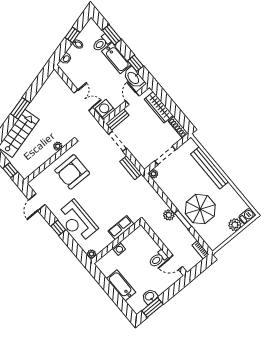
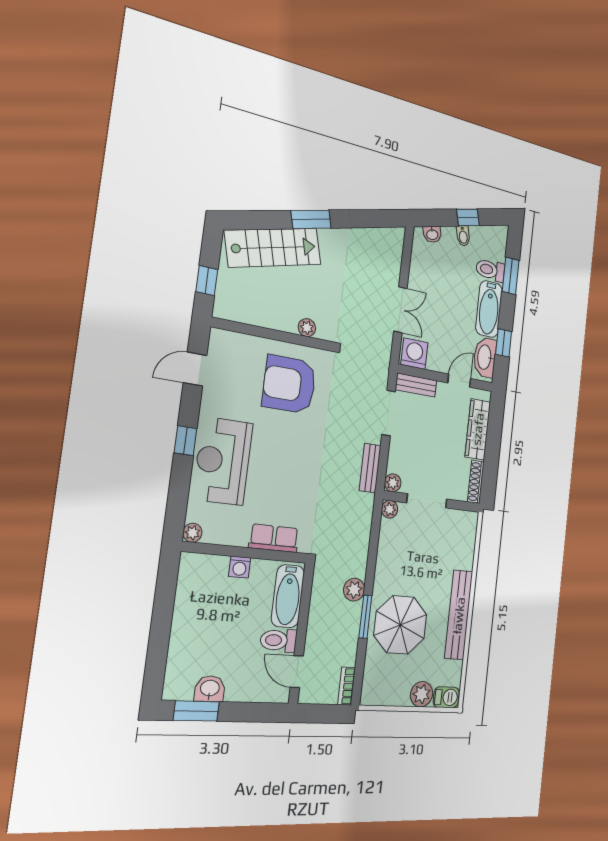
plant: (145, 163) -> (393, 483), added
bench: (209, 168) -> (459, 615), moved
bathtub: (121, 285) -> (288, 596), moved, turned 180

